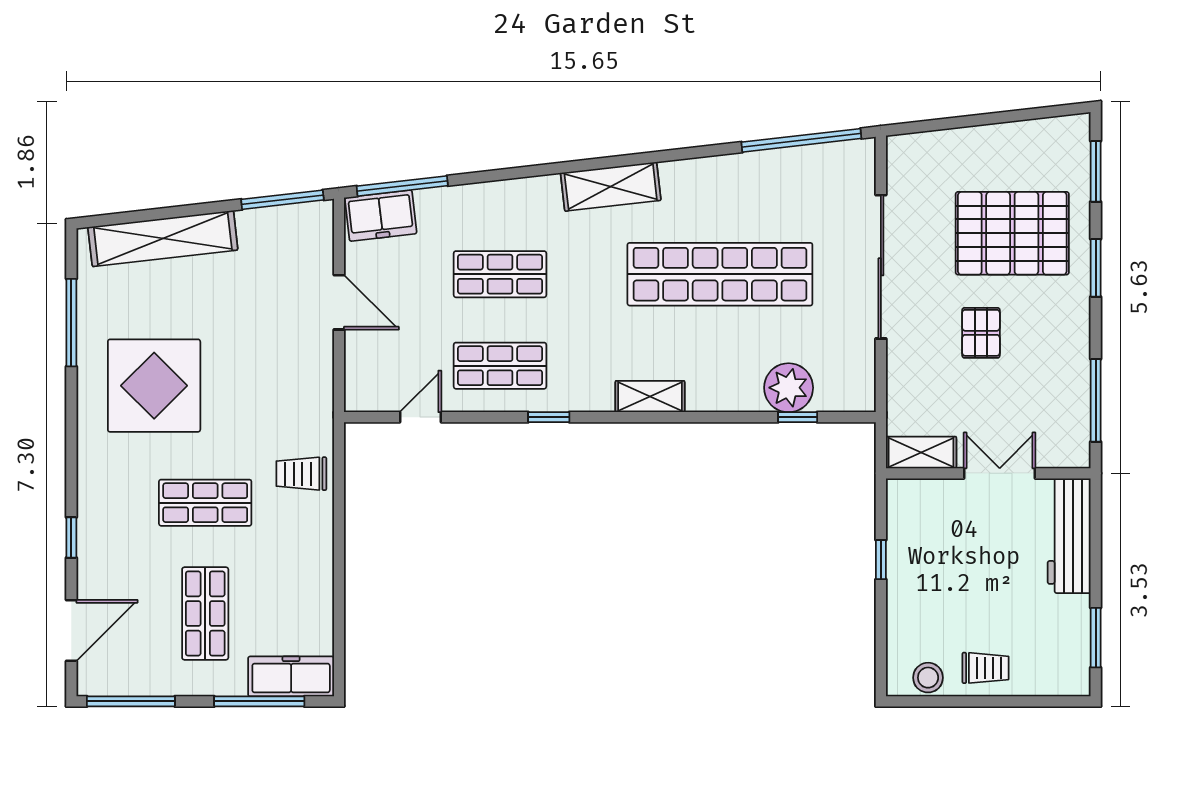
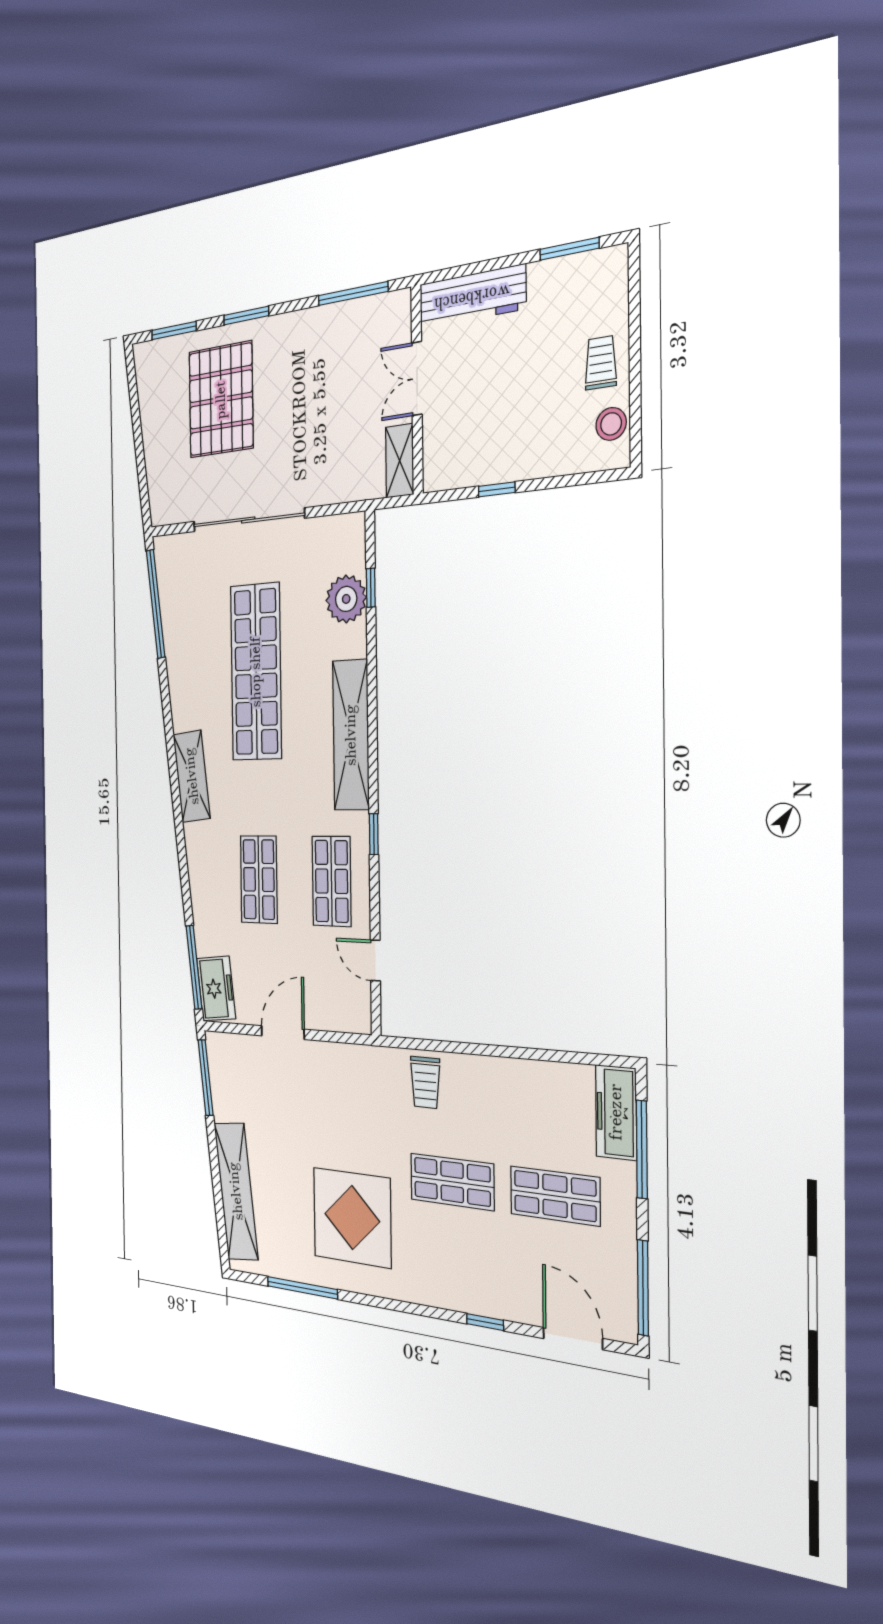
pallet: (981, 333) -> (299, 417), removed
shelving: (650, 397) -> (351, 735), width x2.20, depth x1.33
shop shelf: (205, 503) -> (452, 1182), turned 90

